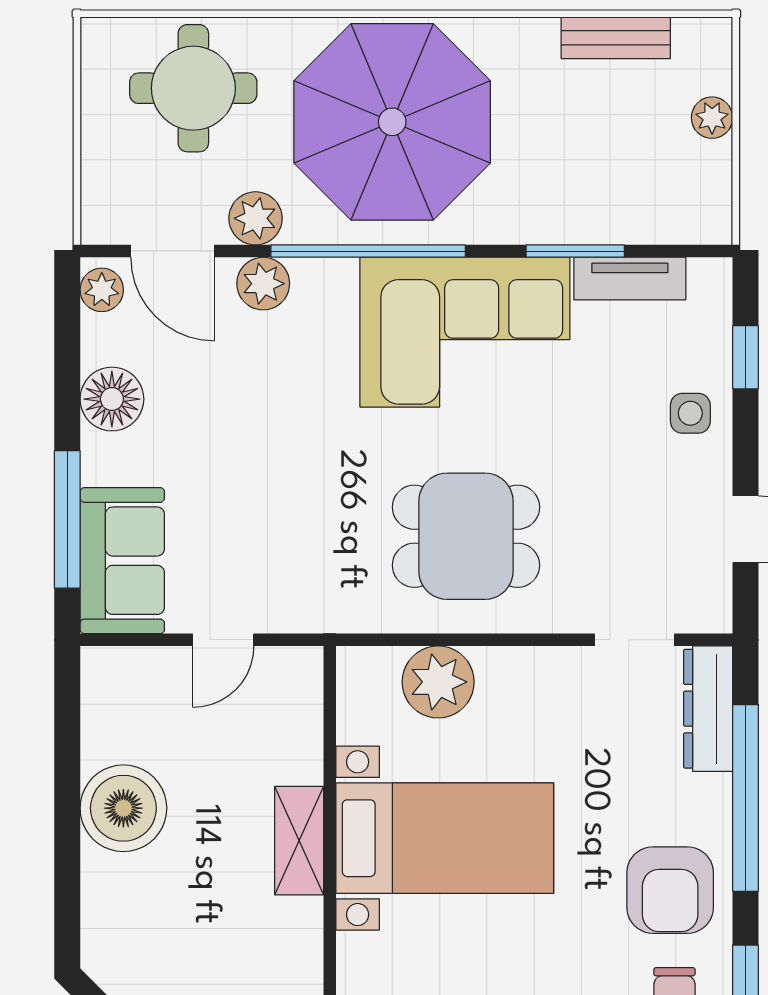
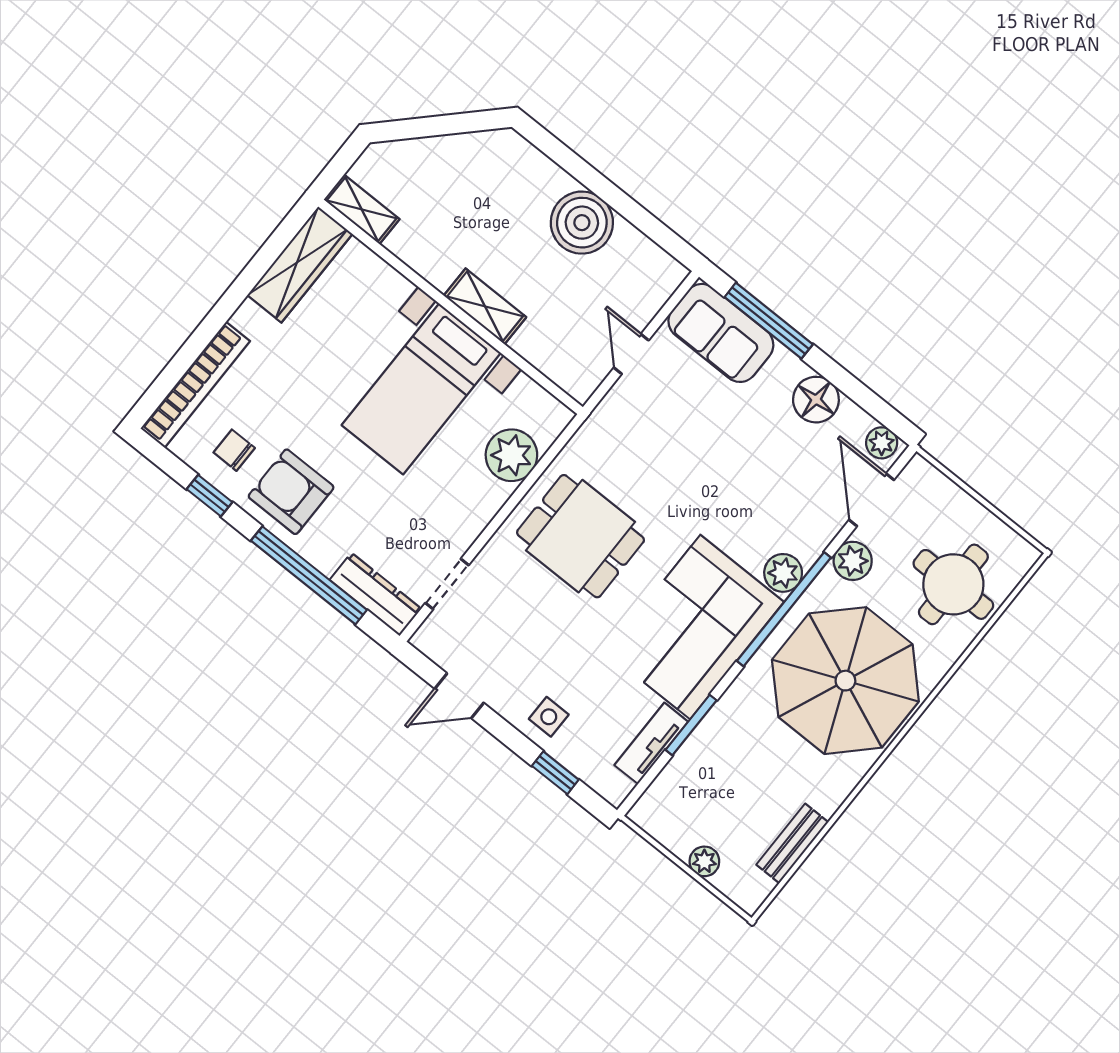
door: (173, 251) -> (871, 500), hinge flipped
plant: (263, 284) -> (783, 573), moved
dining table: (466, 536) -> (581, 536), turned 90

